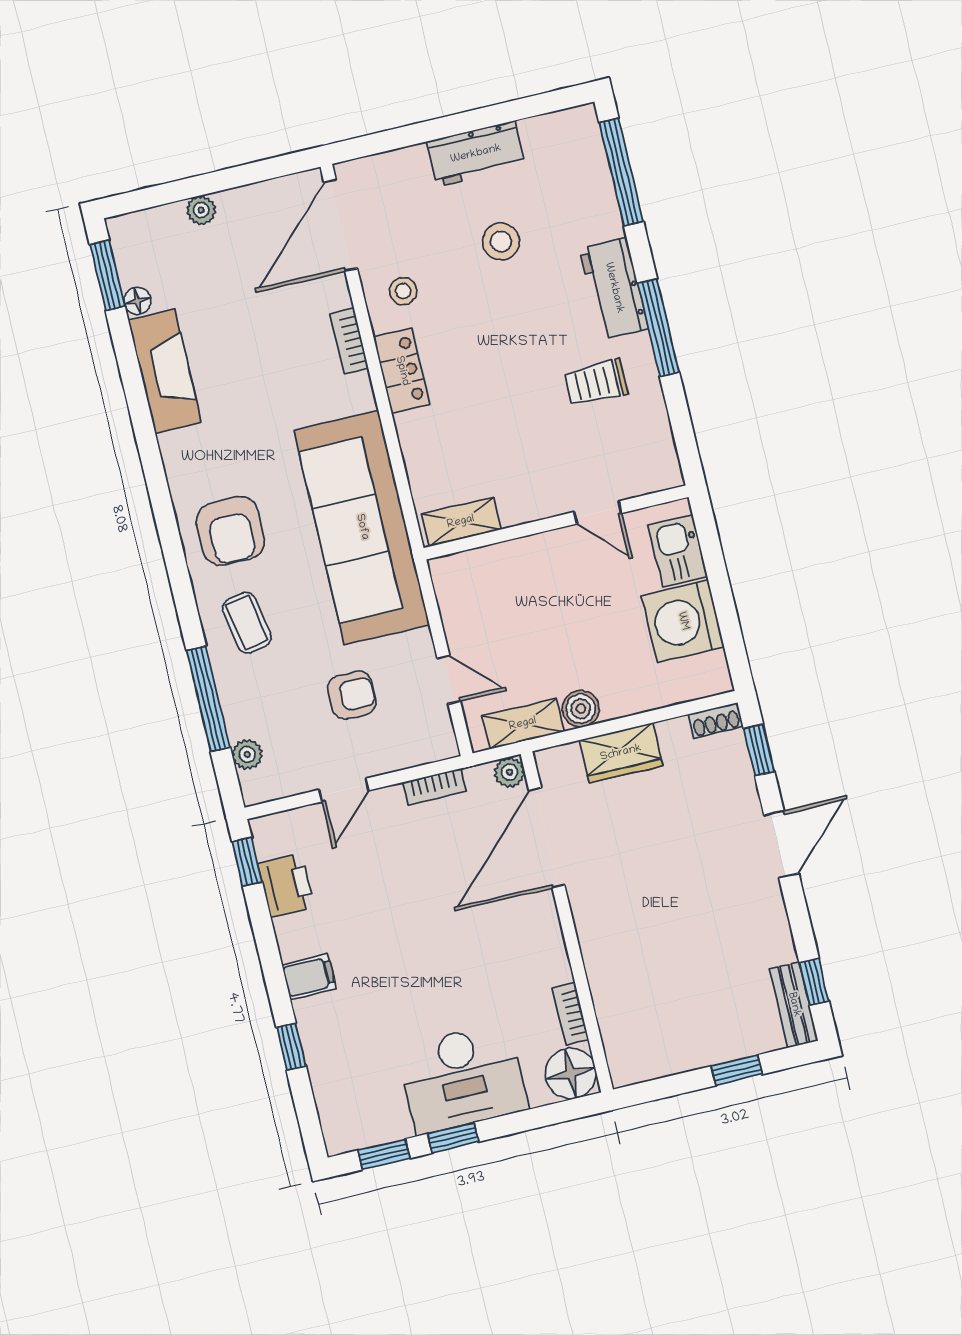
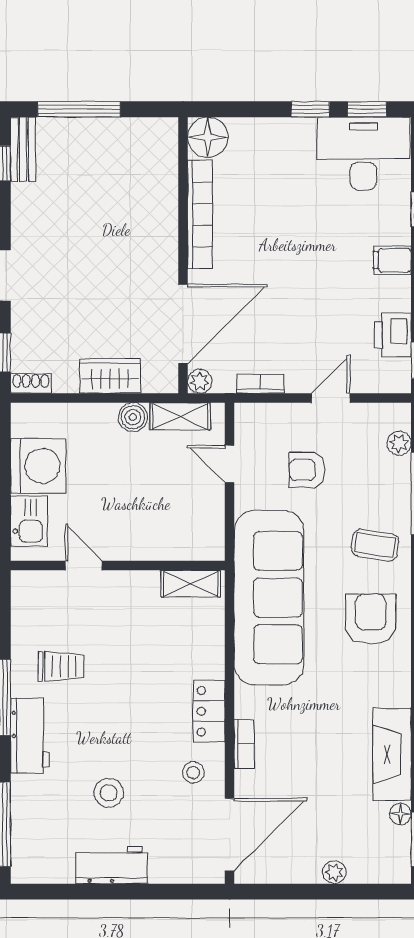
coffee table: (247, 623) -> (375, 545), turned -71
bookcase: (570, 1014) -> (200, 214), width x2.31, depth x1.31
window: (737, 1070) -> (79, 109), width x2.17
desk: (463, 1078) -> (363, 153), moved

